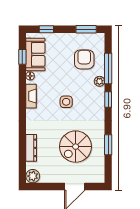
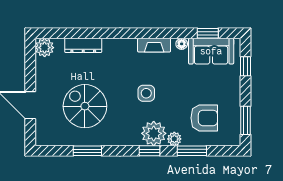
window: (108, 69) -> (192, 151), width x0.69
plant: (95, 96) -> (154, 133), added

